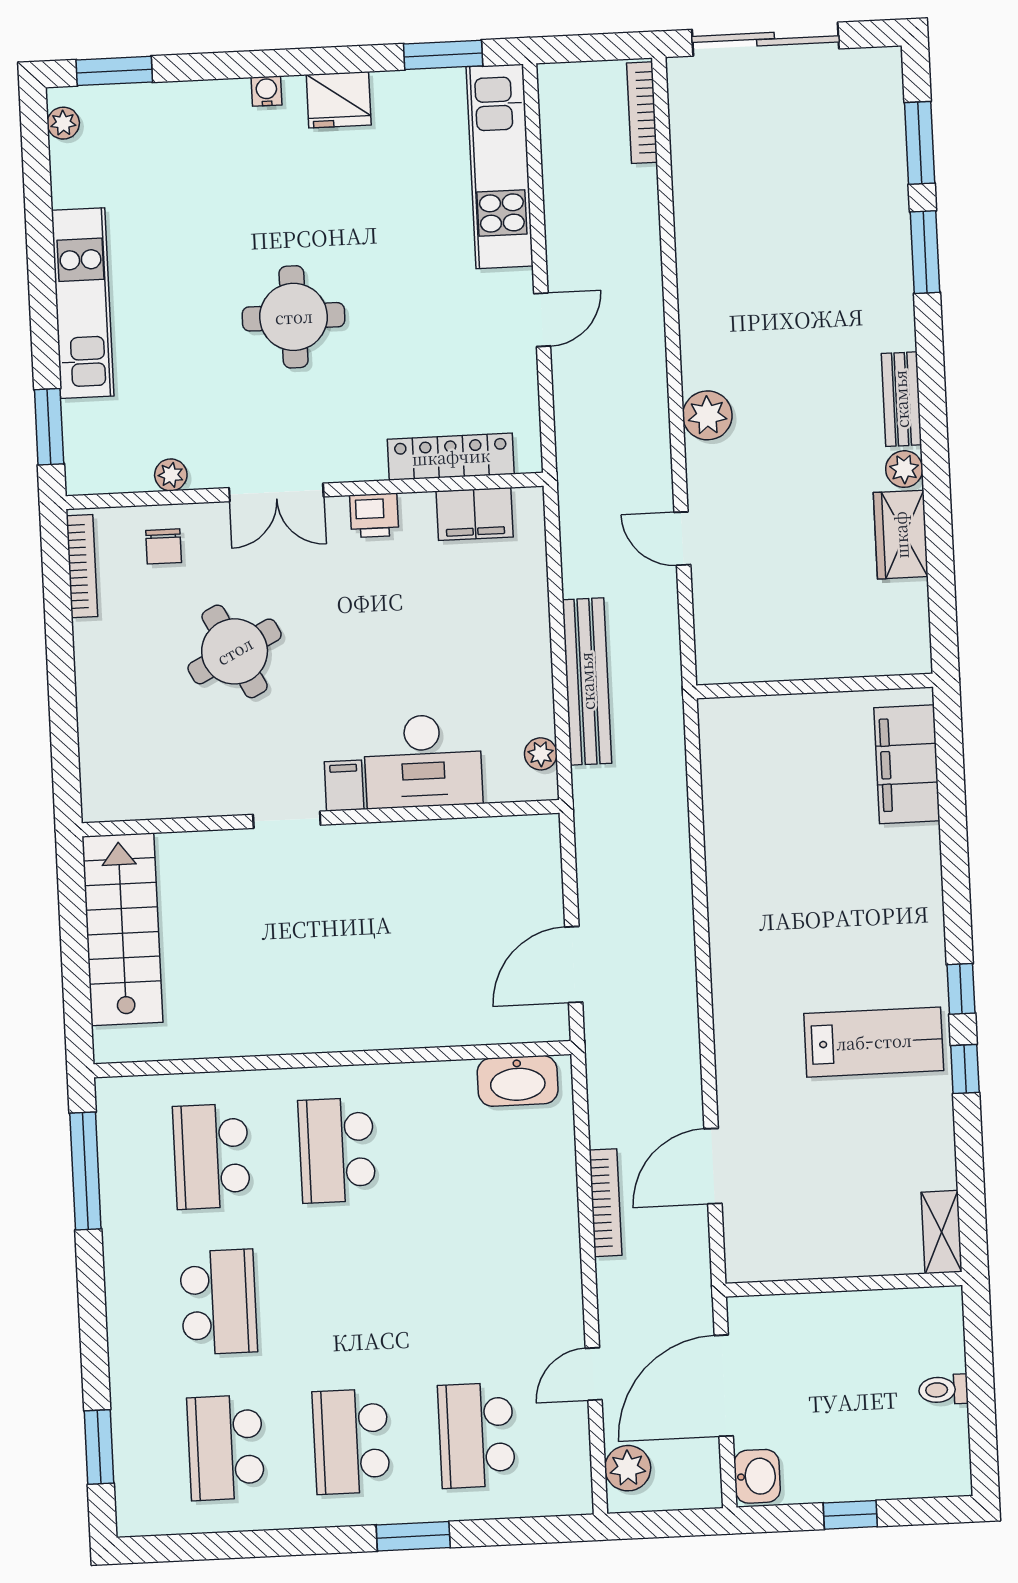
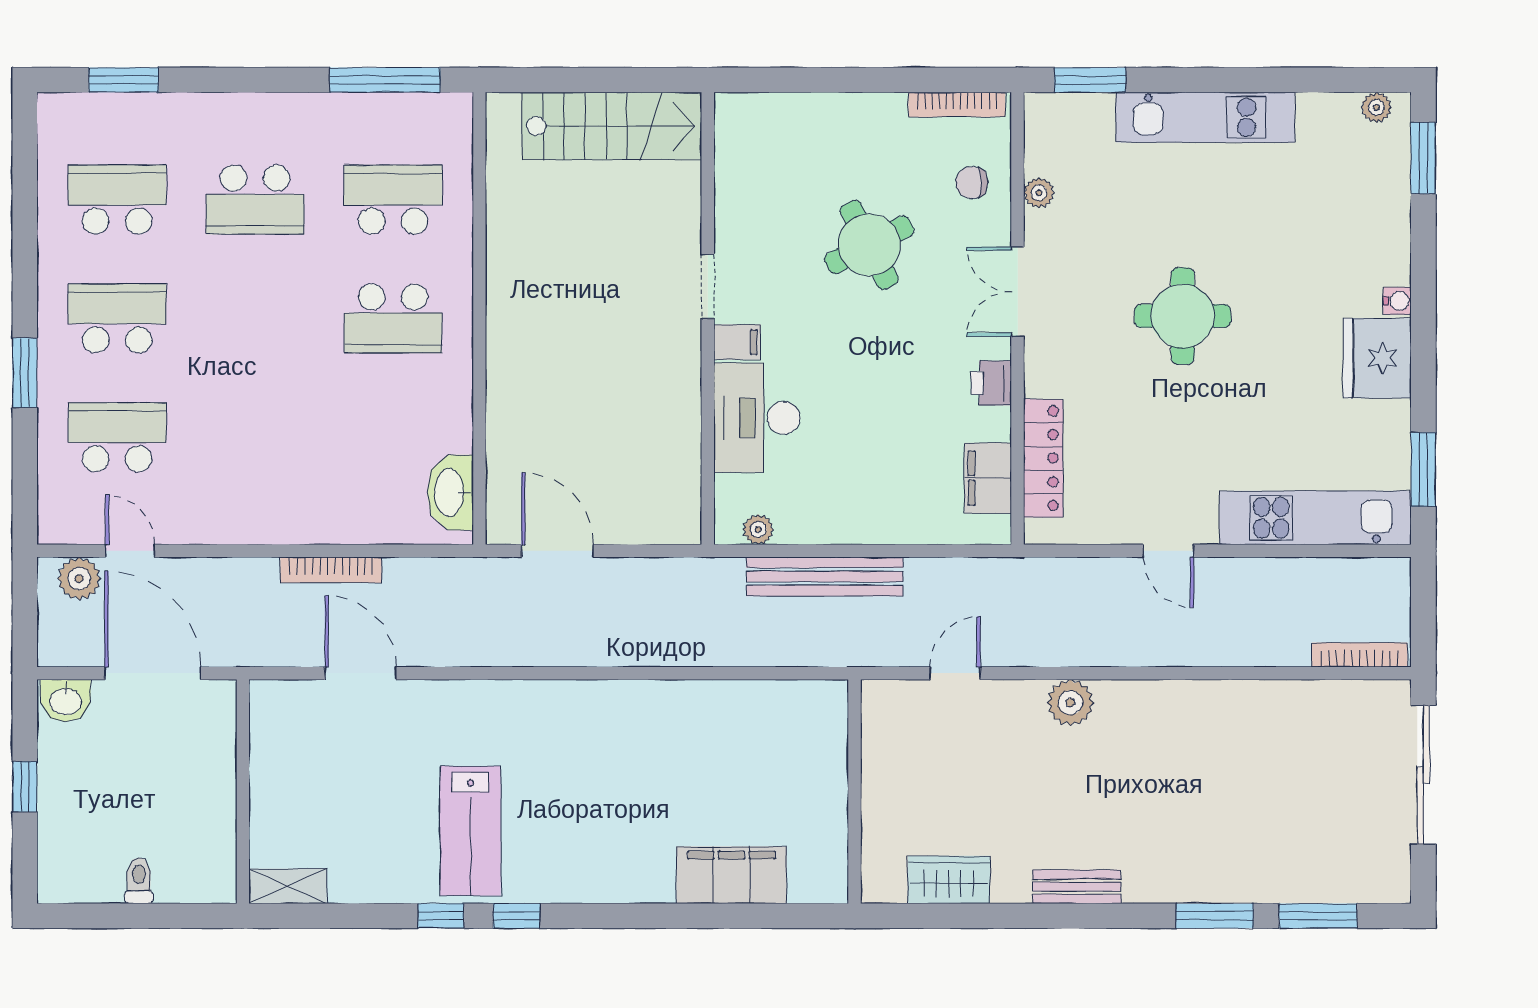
fridge: (339, 100) -> (1377, 358), width x1.36, depth x1.34
plant: (904, 469) -> (1011, 886), removed
wall: (815, 686) -> (854, 791), moved
school desk: (337, 1150) -> (393, 318), turned 180
door: (594, 1374) -> (130, 551), moved

